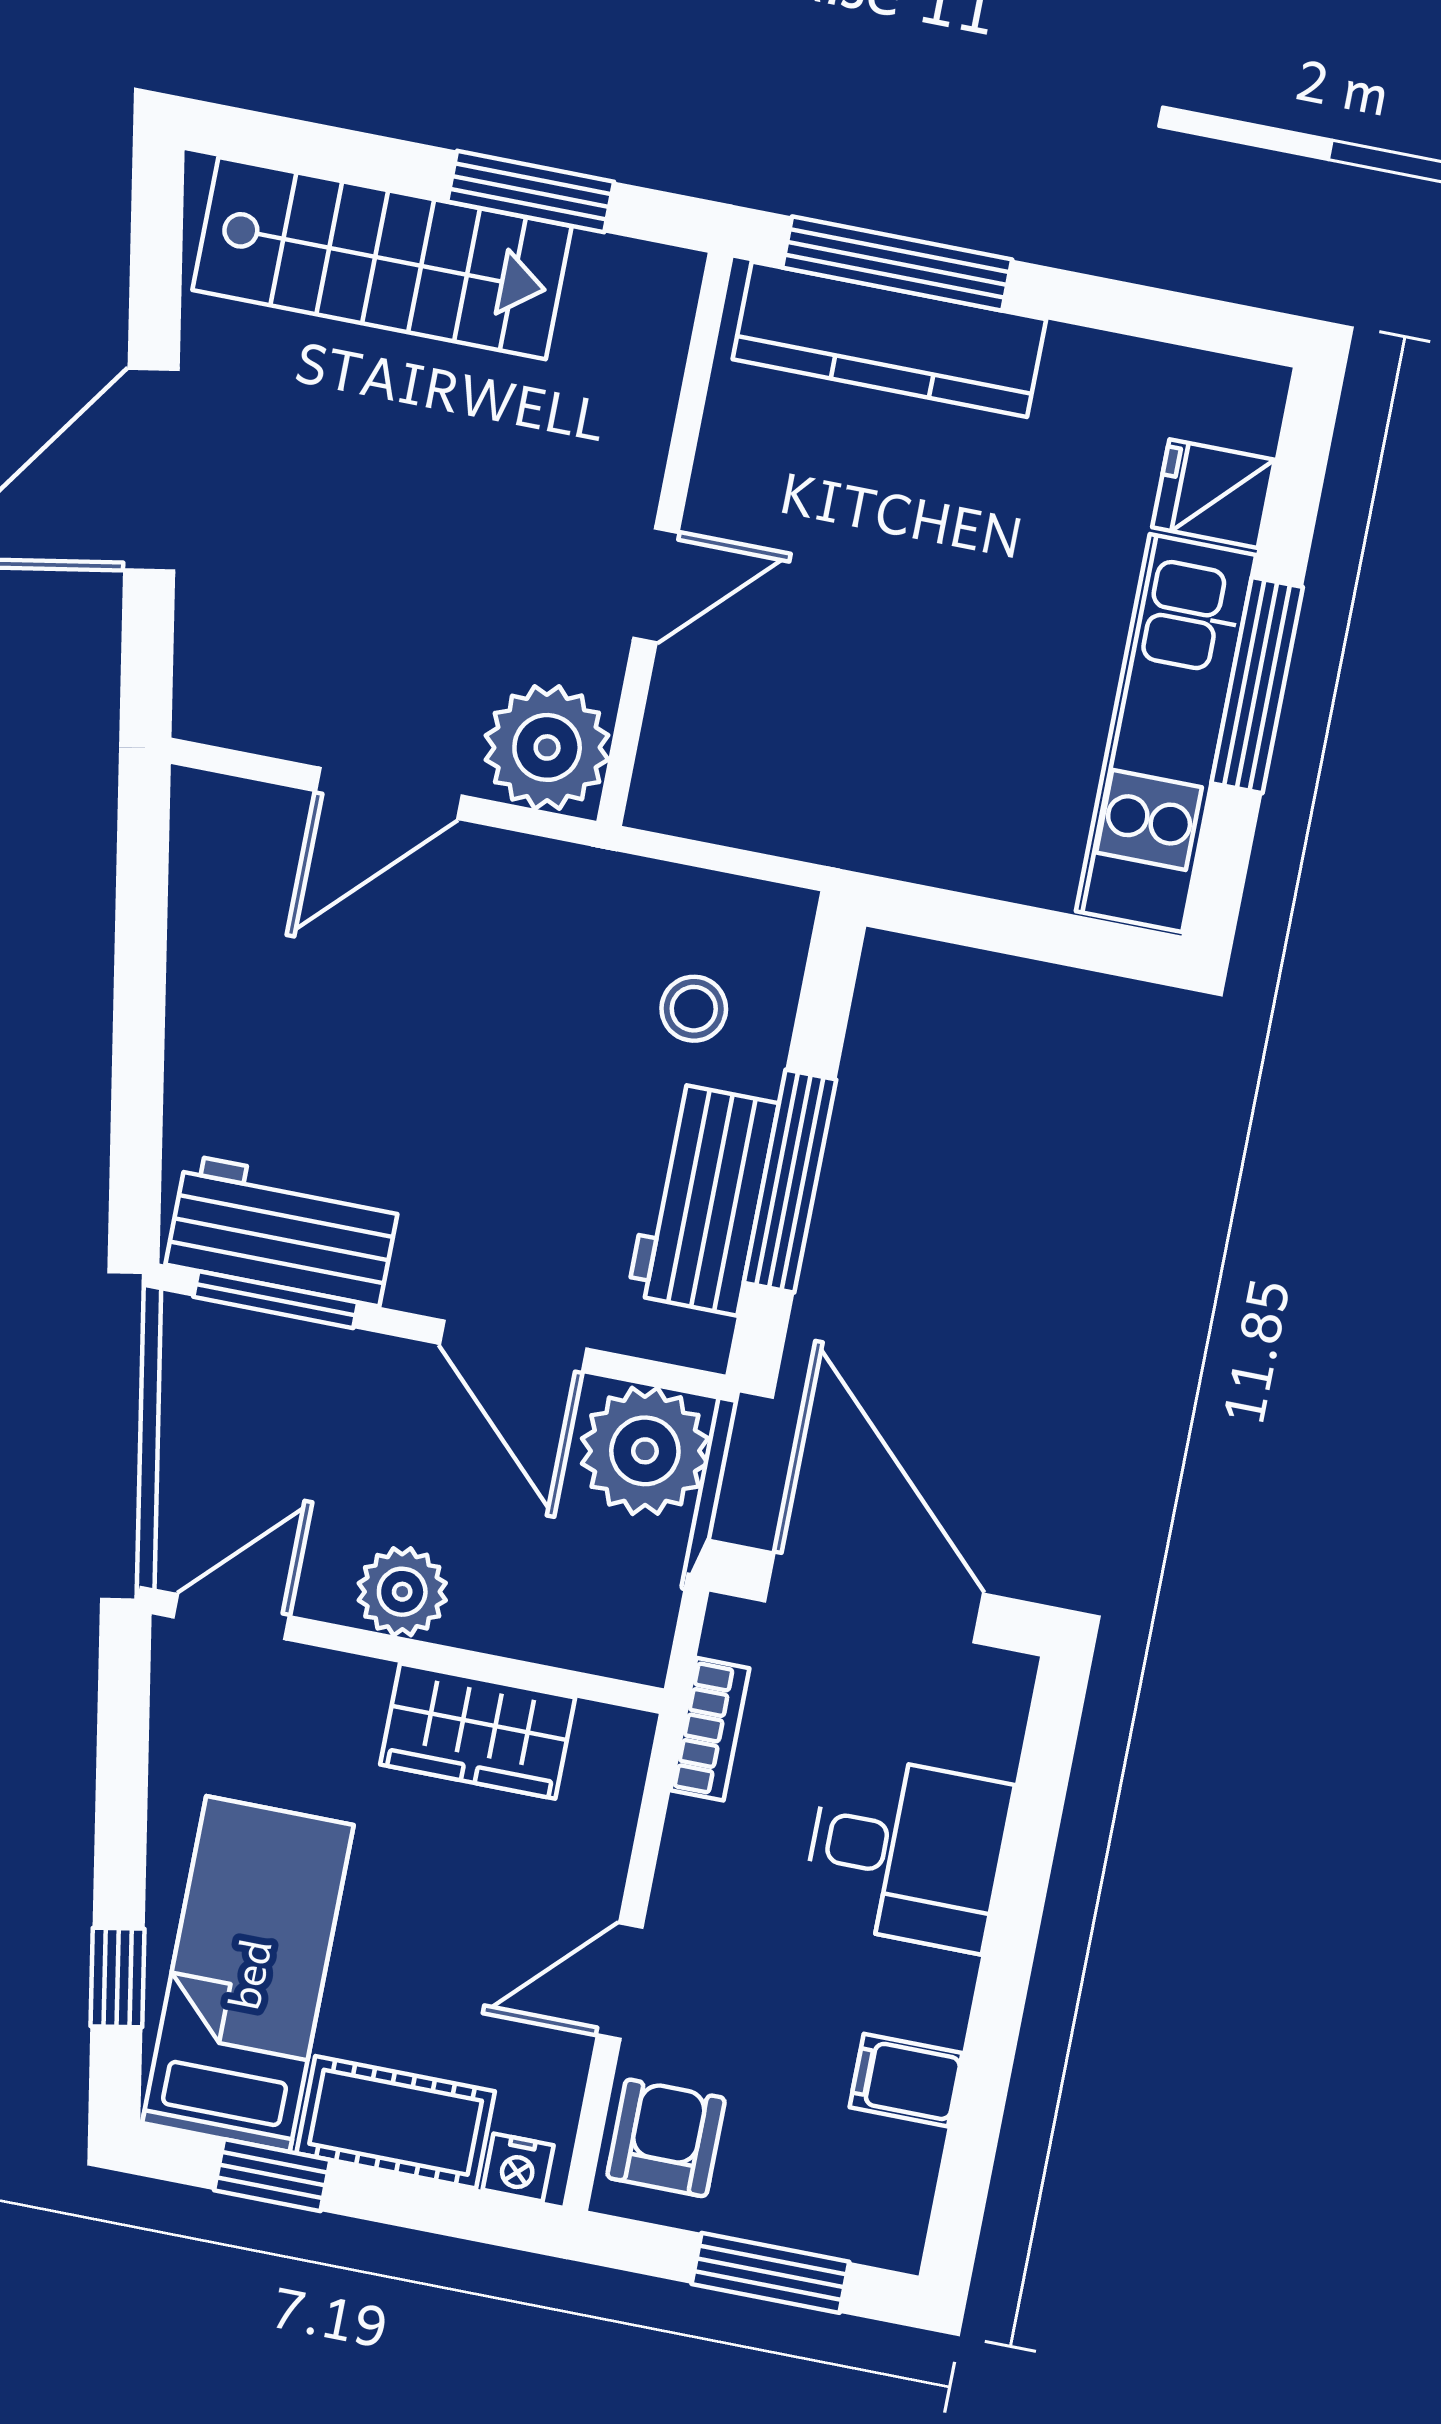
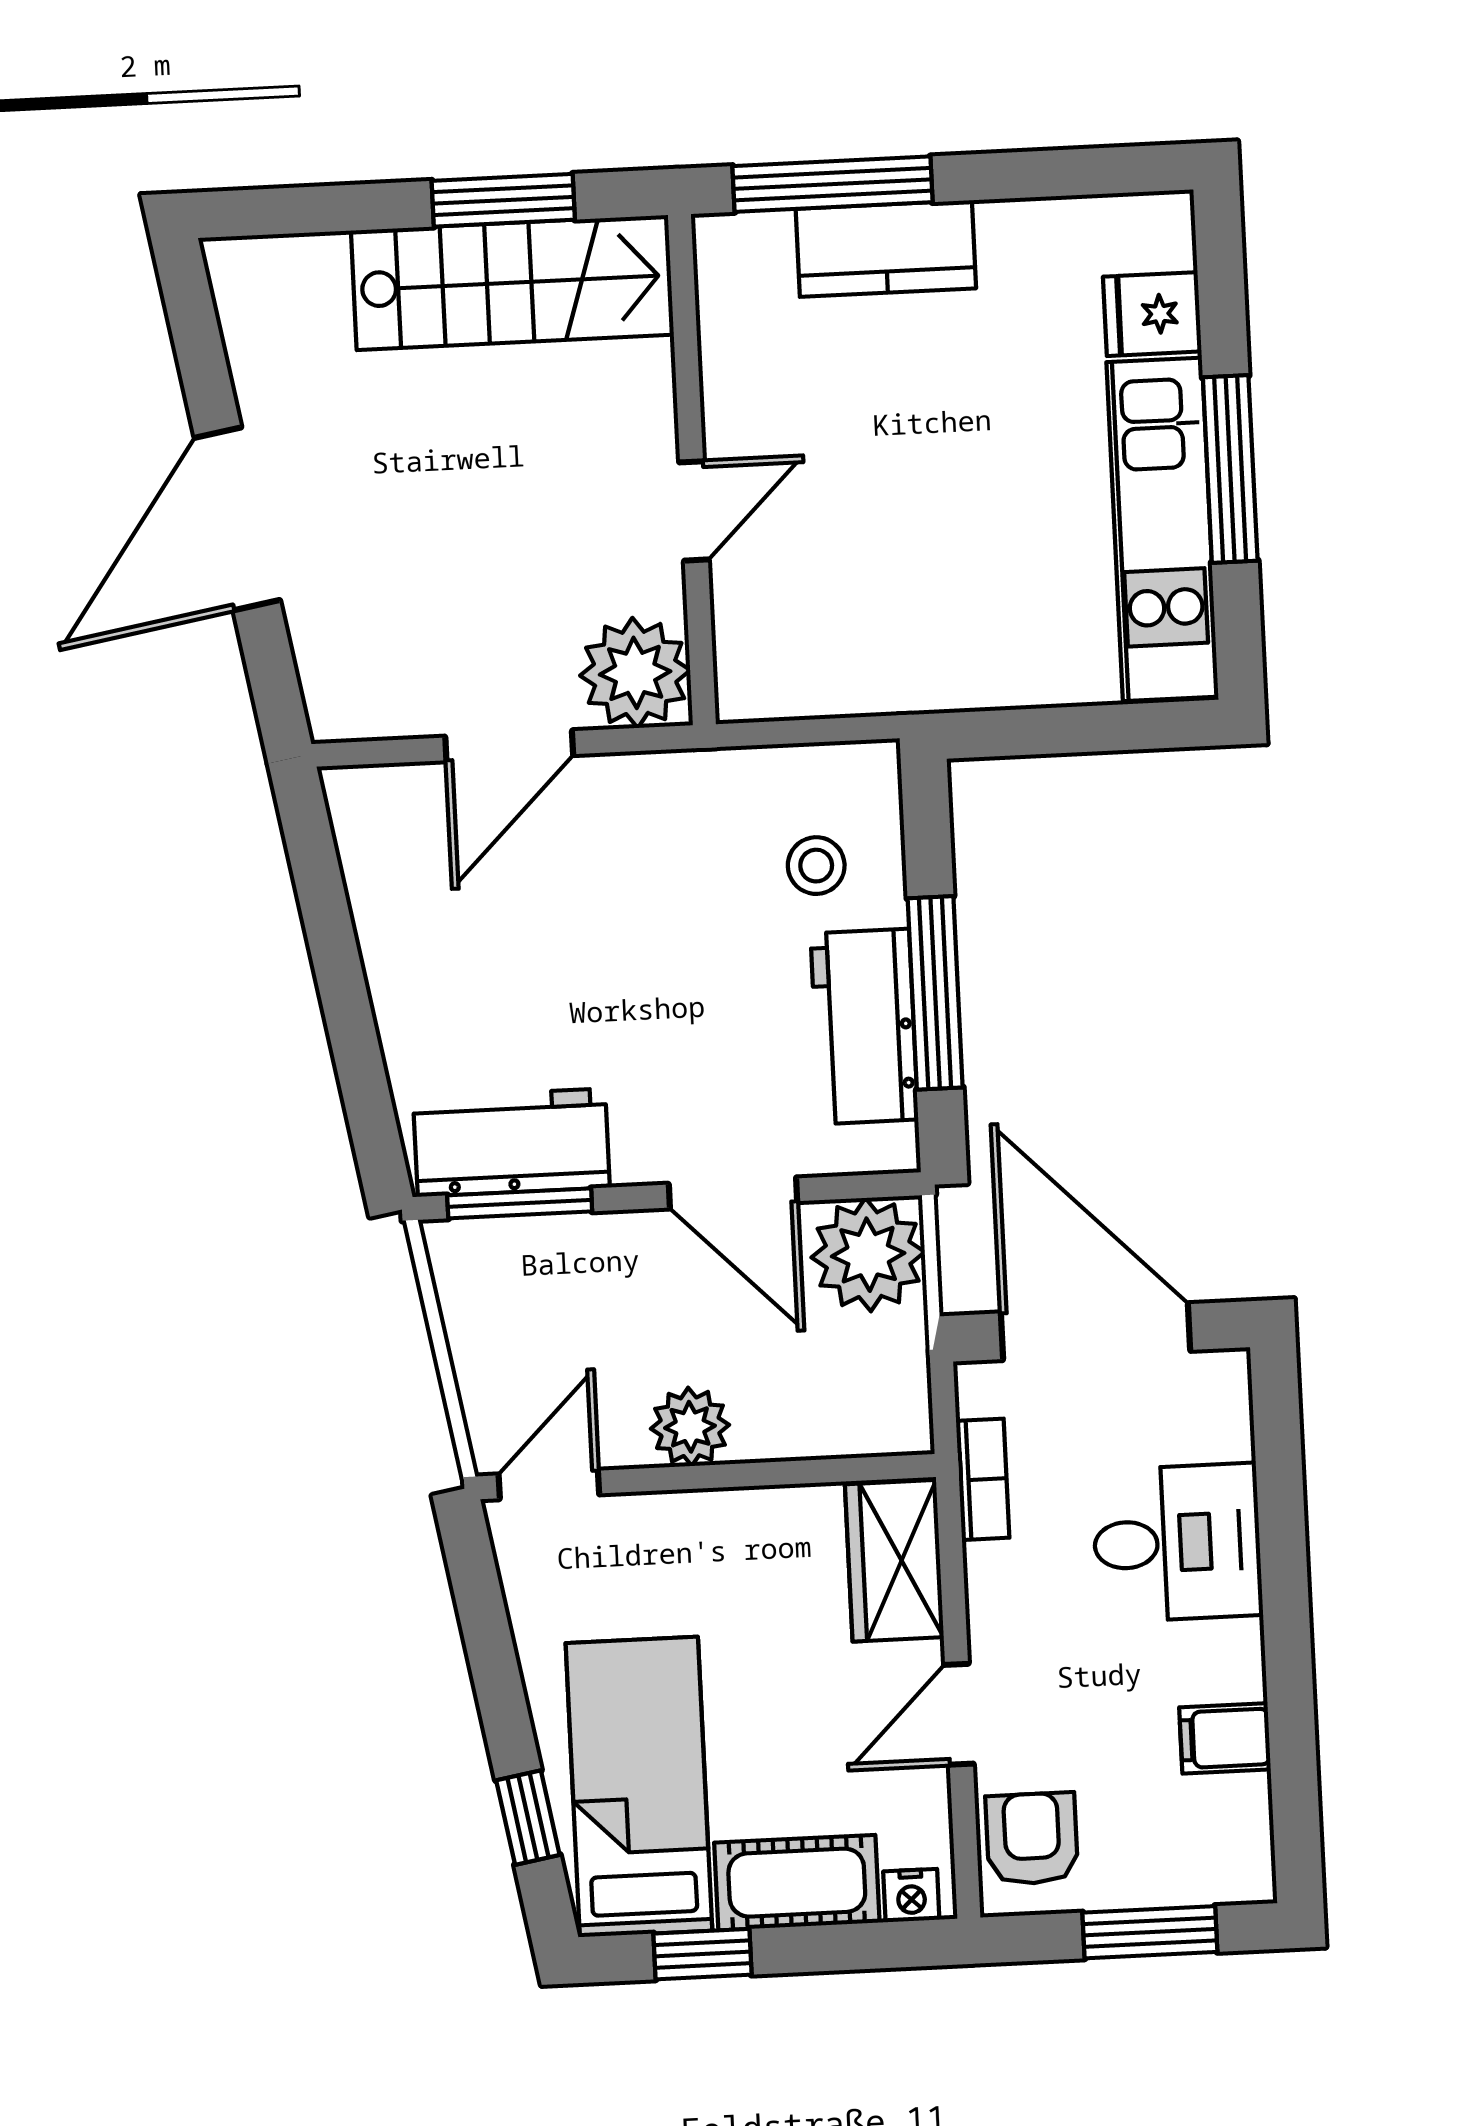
stairs: (382, 258) -> (512, 283), moved
kitchen counter: (889, 339) -> (886, 249), width x0.67
wardrobe: (478, 1731) -> (894, 1561), moved, turned 90

